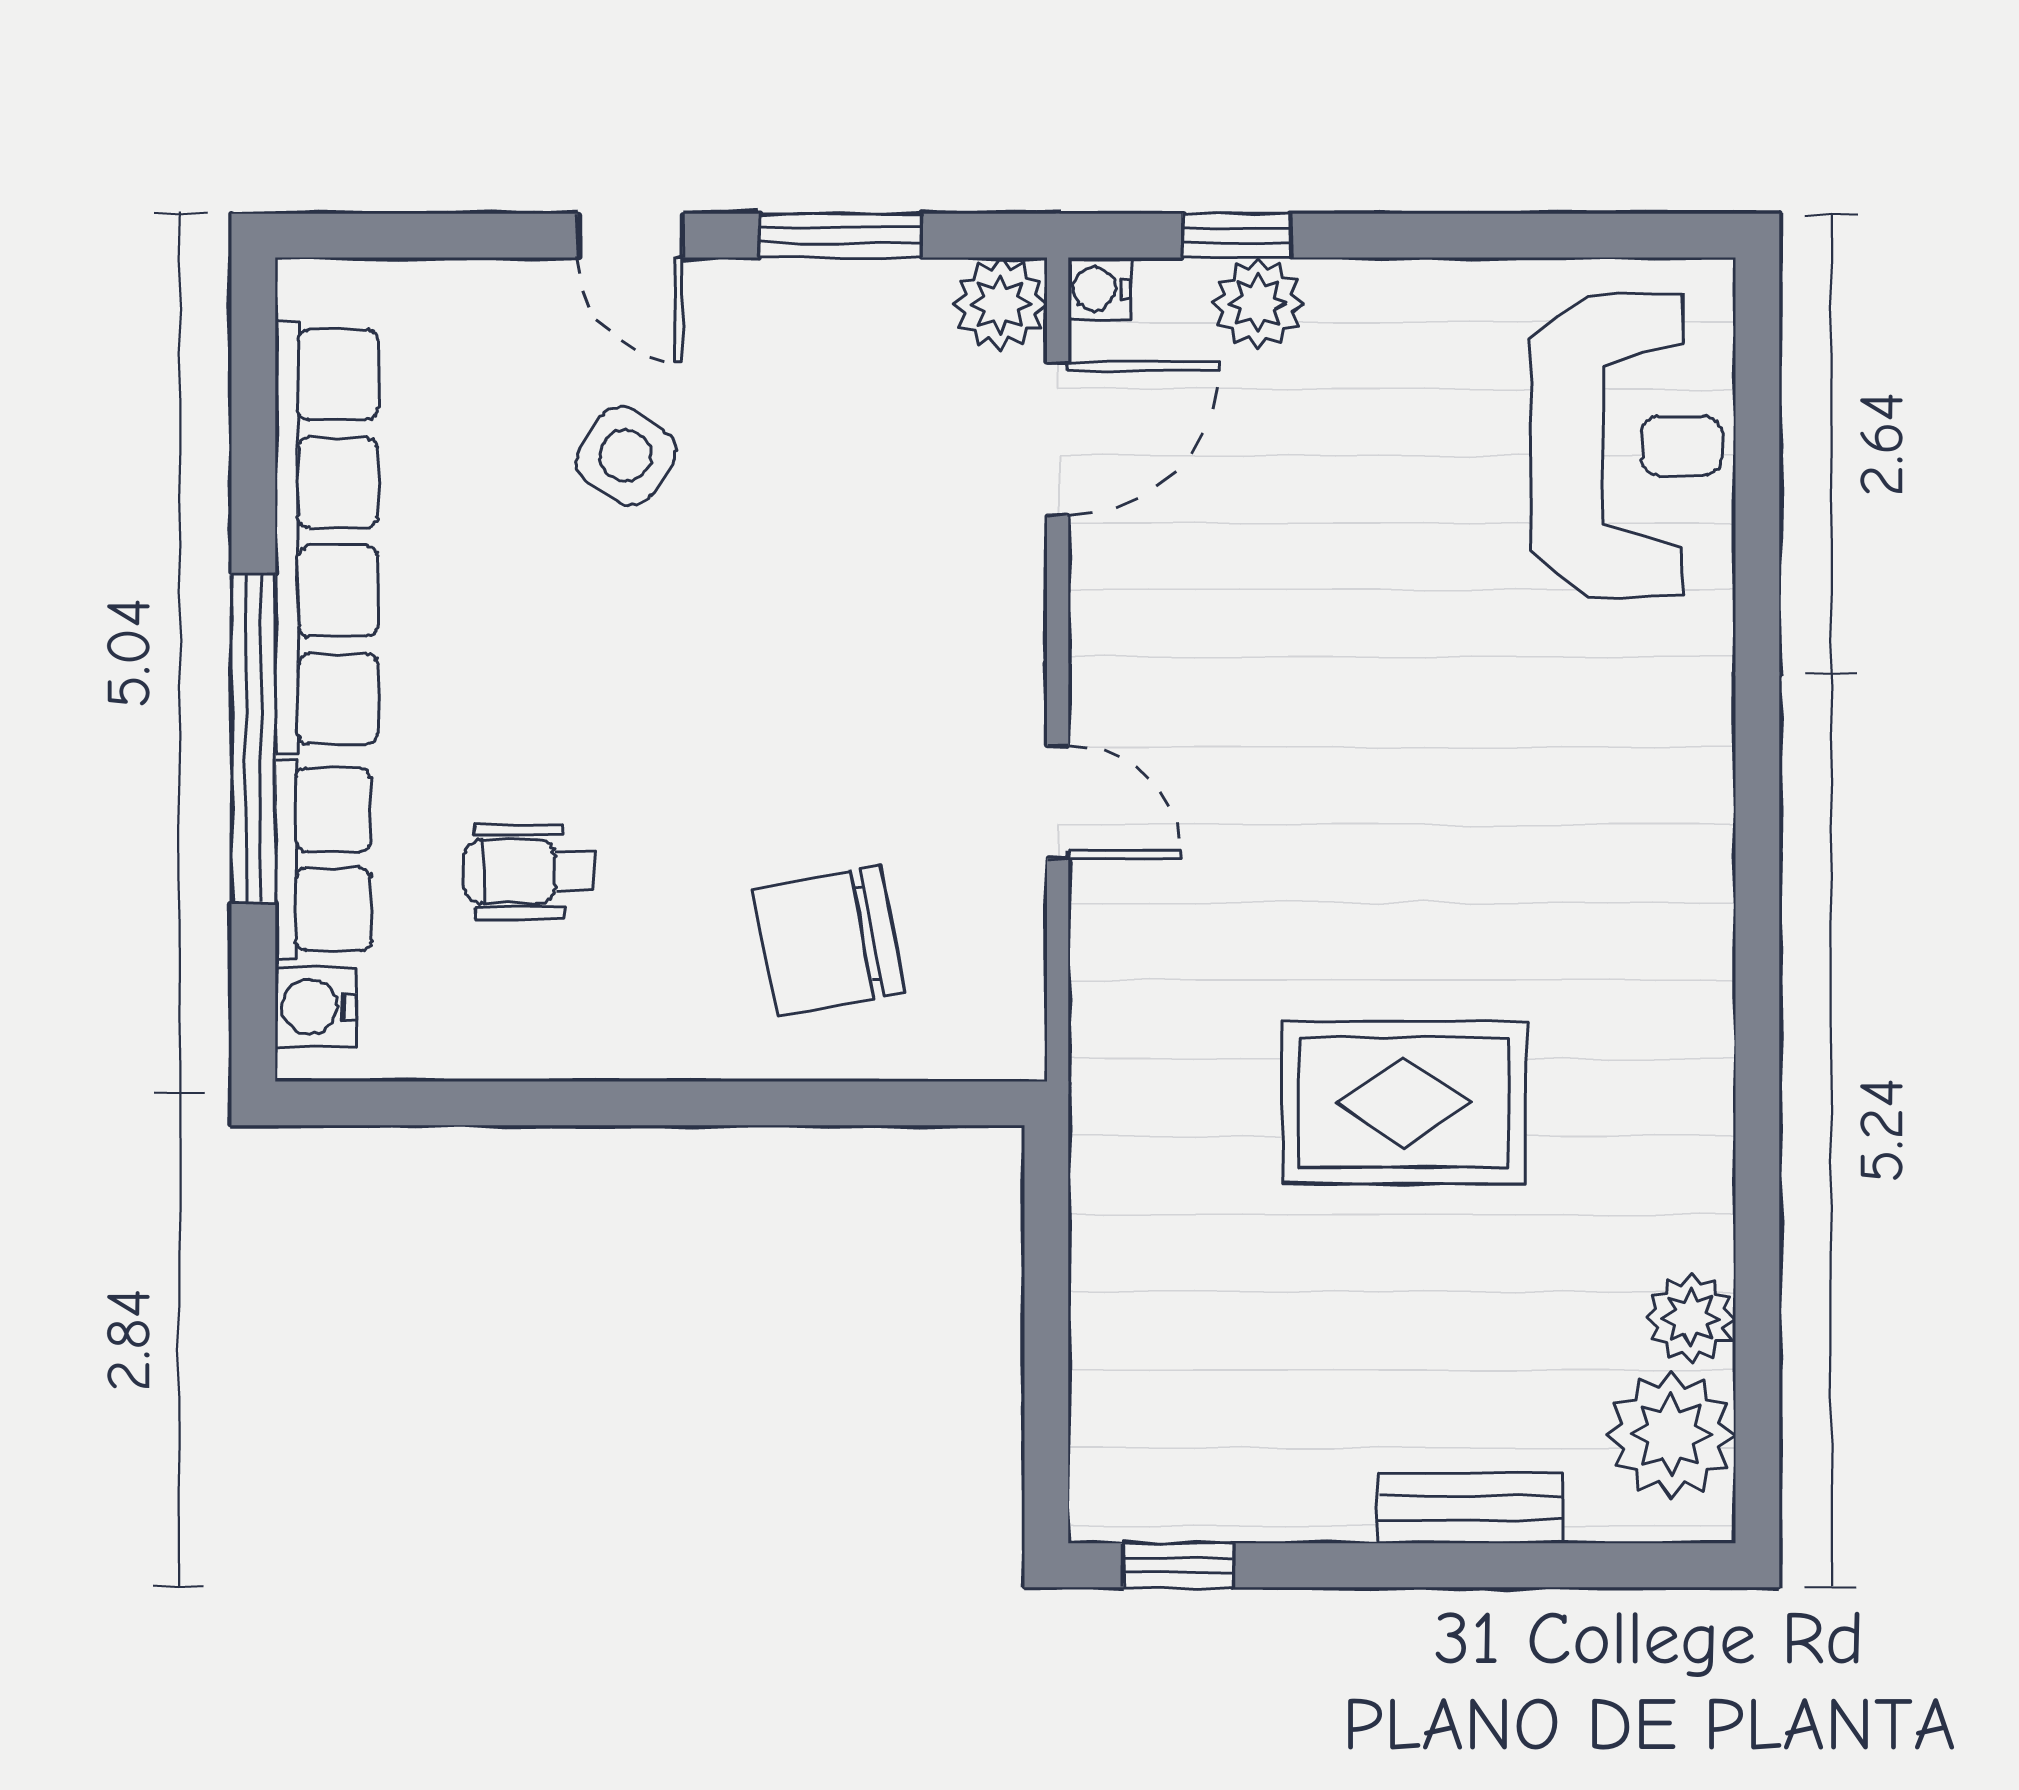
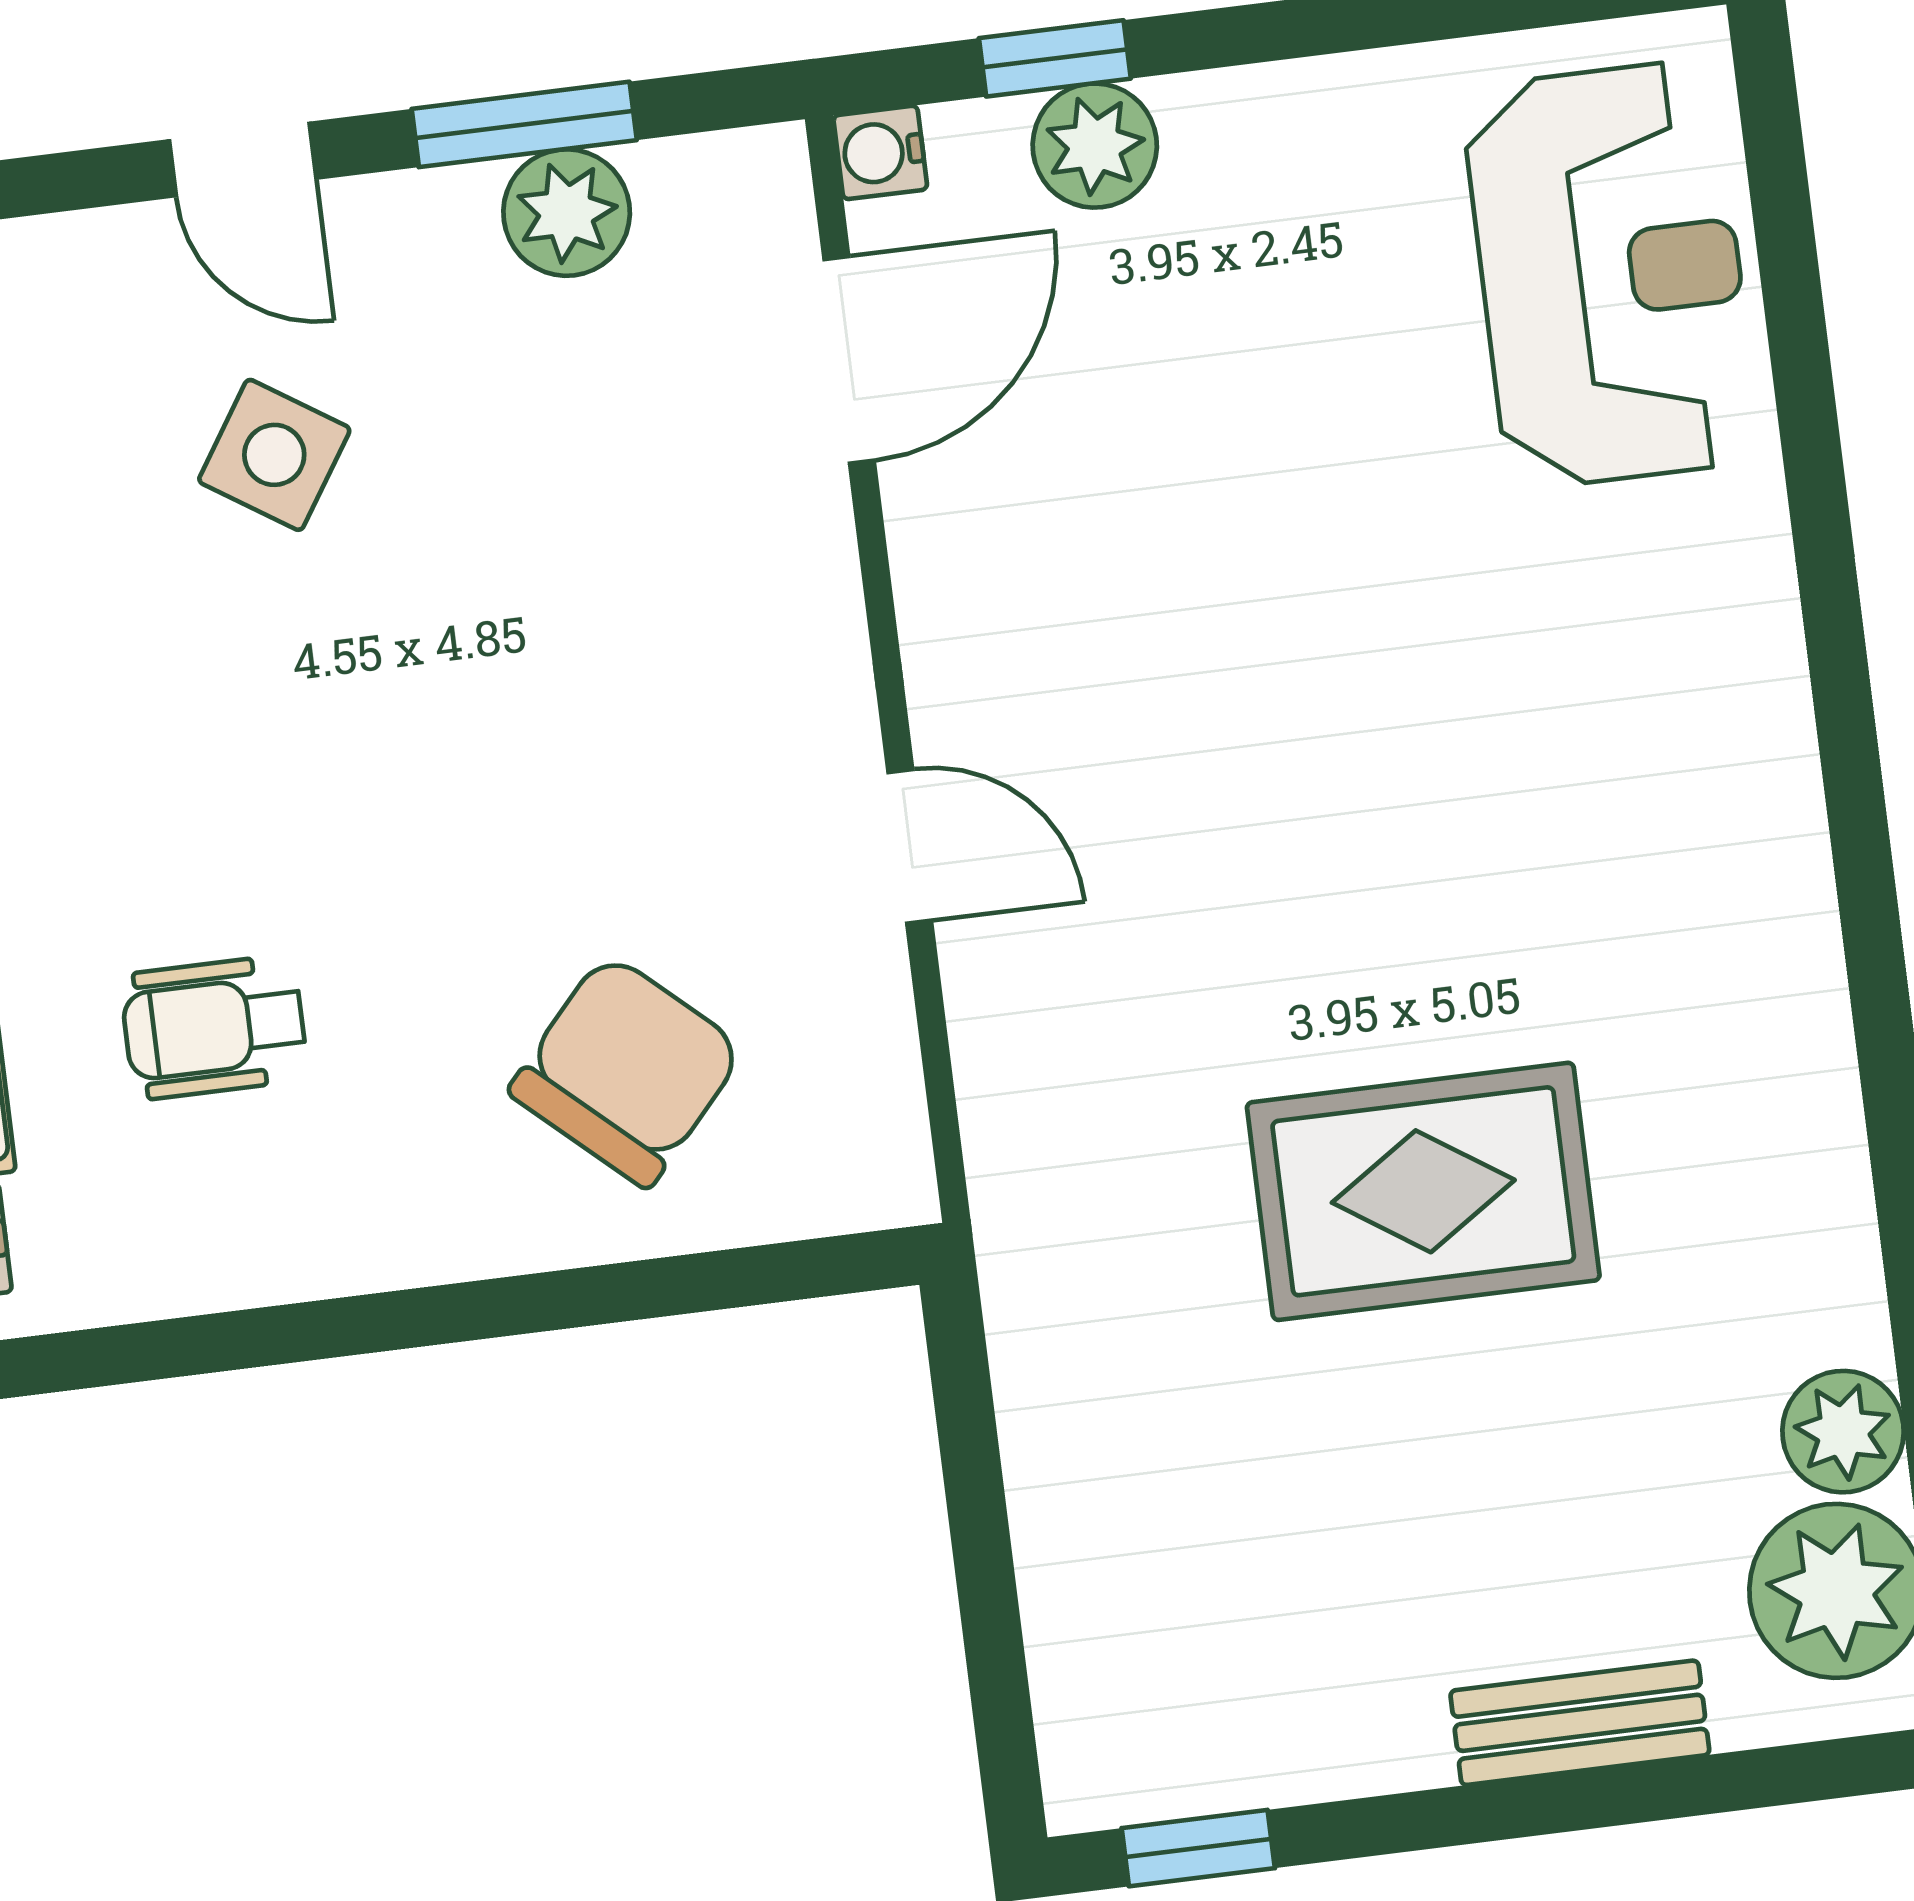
plant: (1000, 304) -> (567, 213), moved
chair: (829, 941) -> (627, 1070), turned 143

